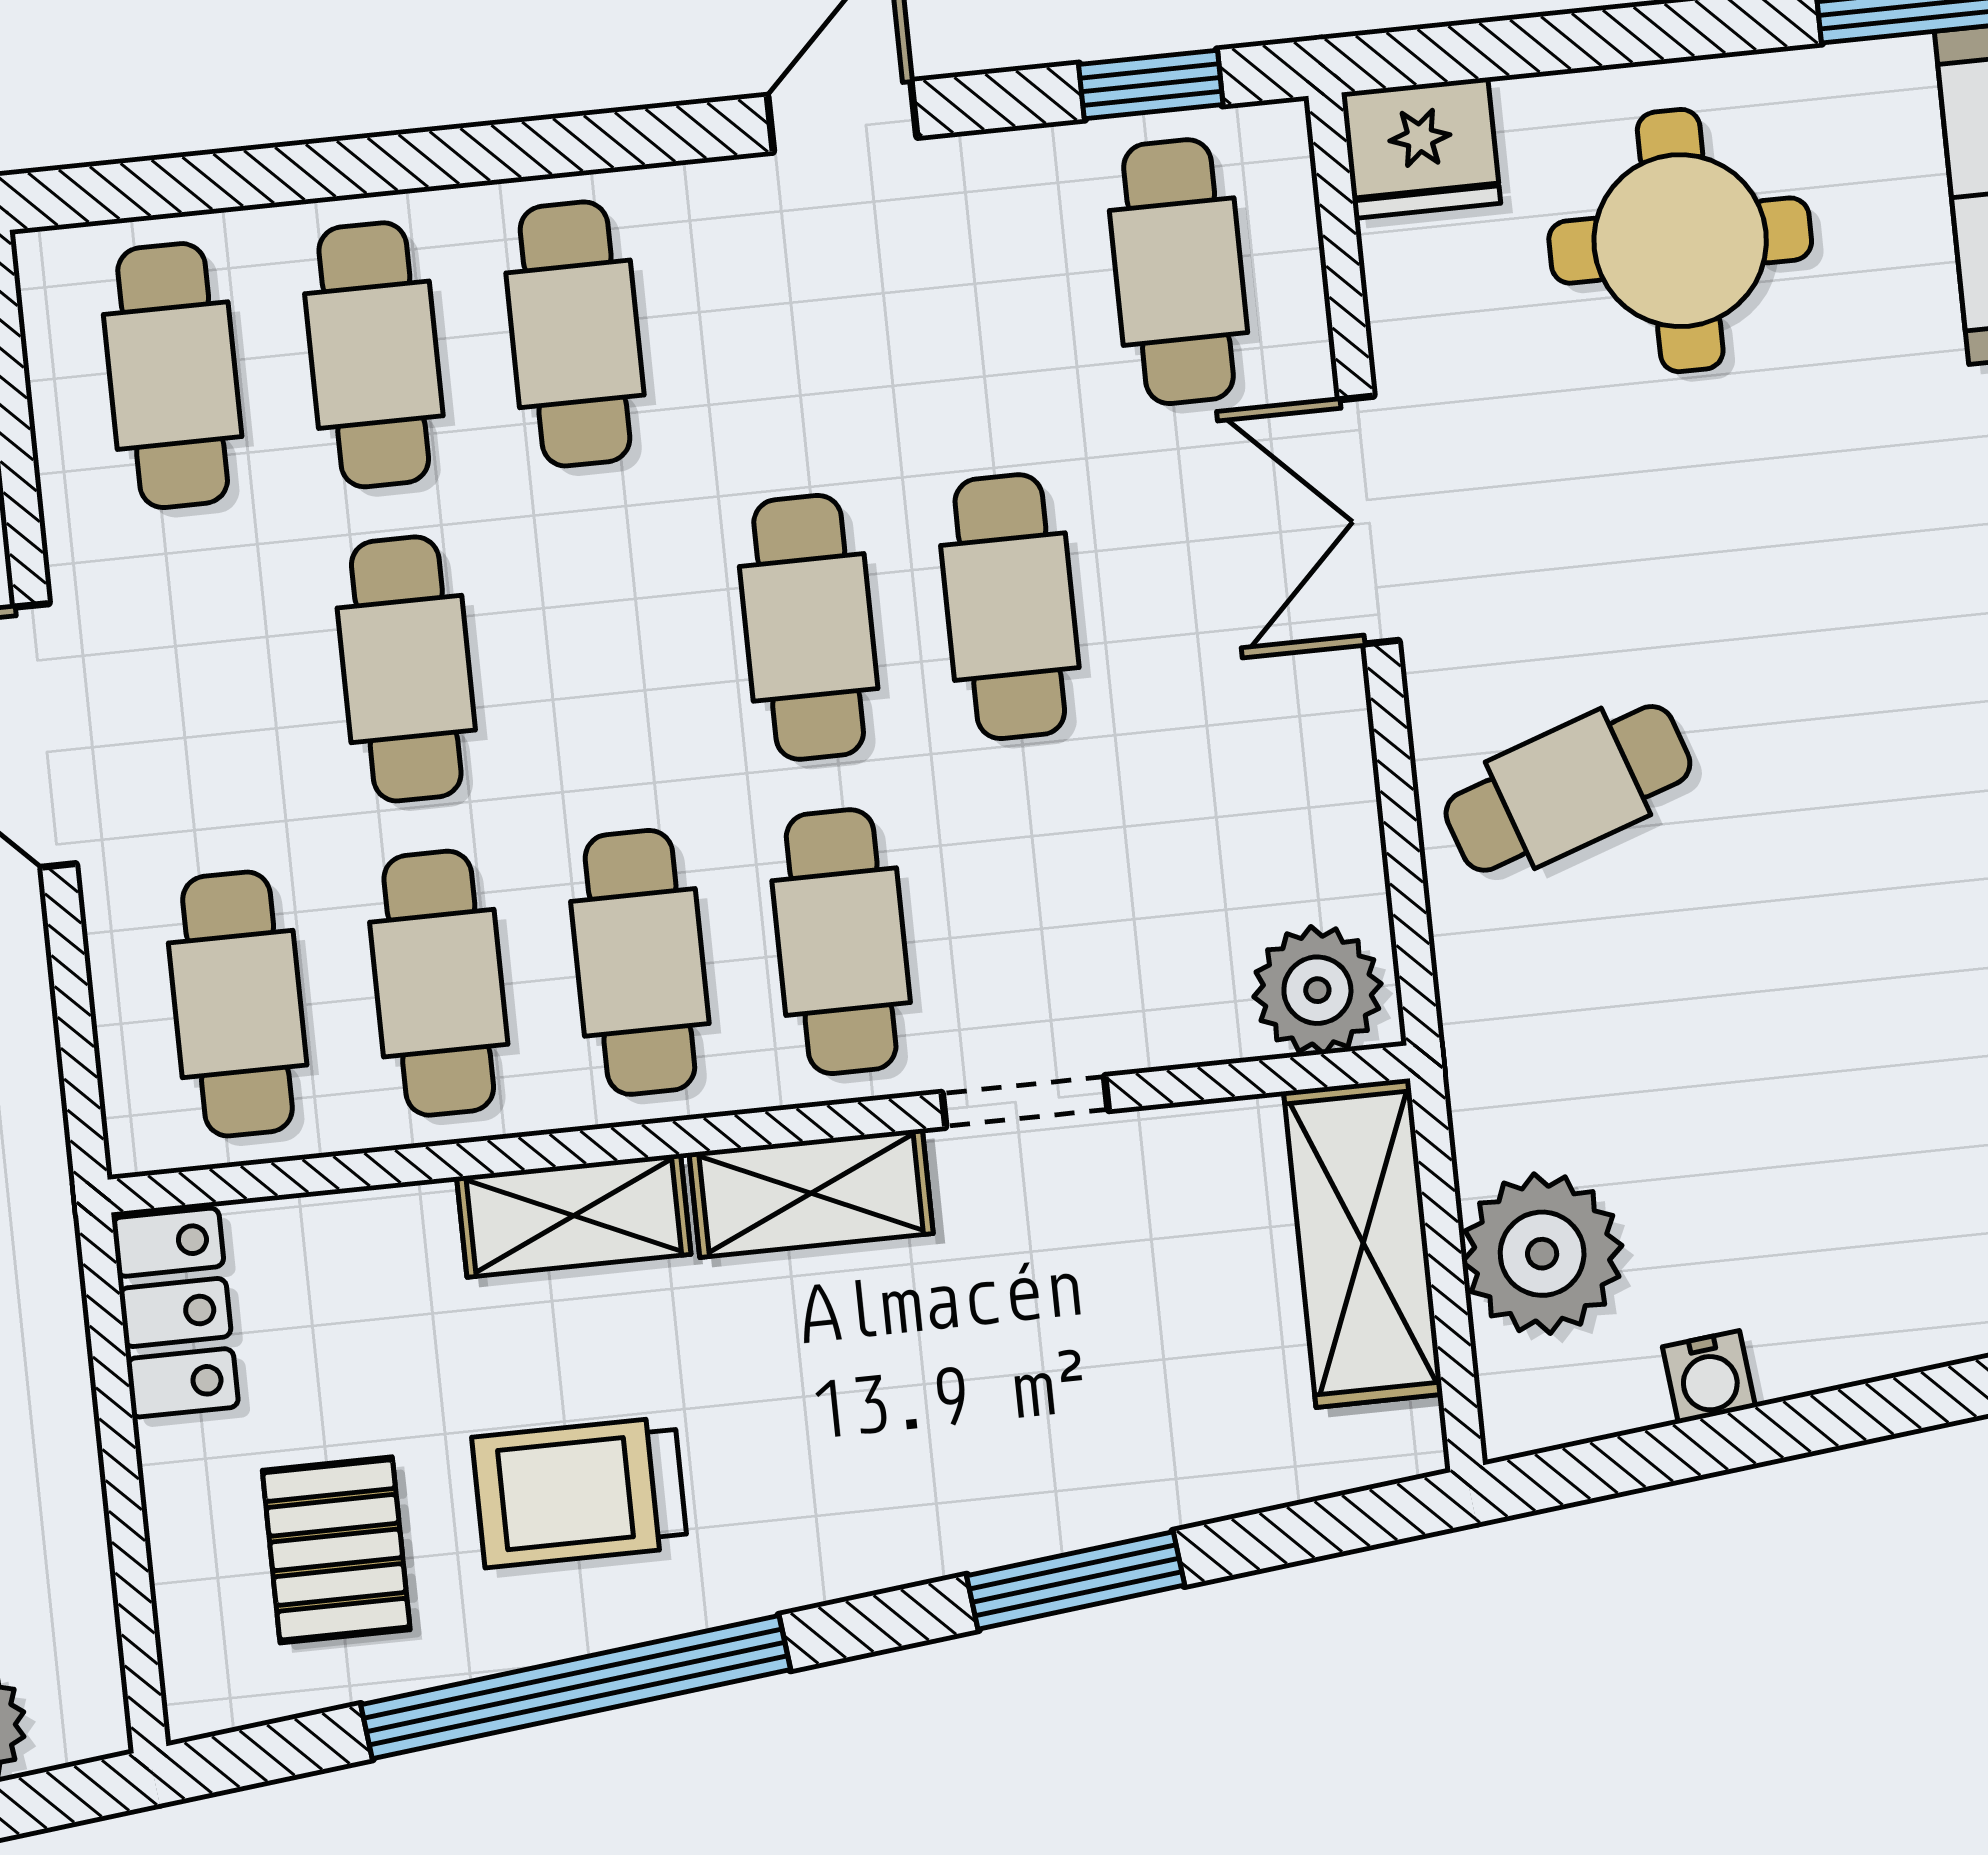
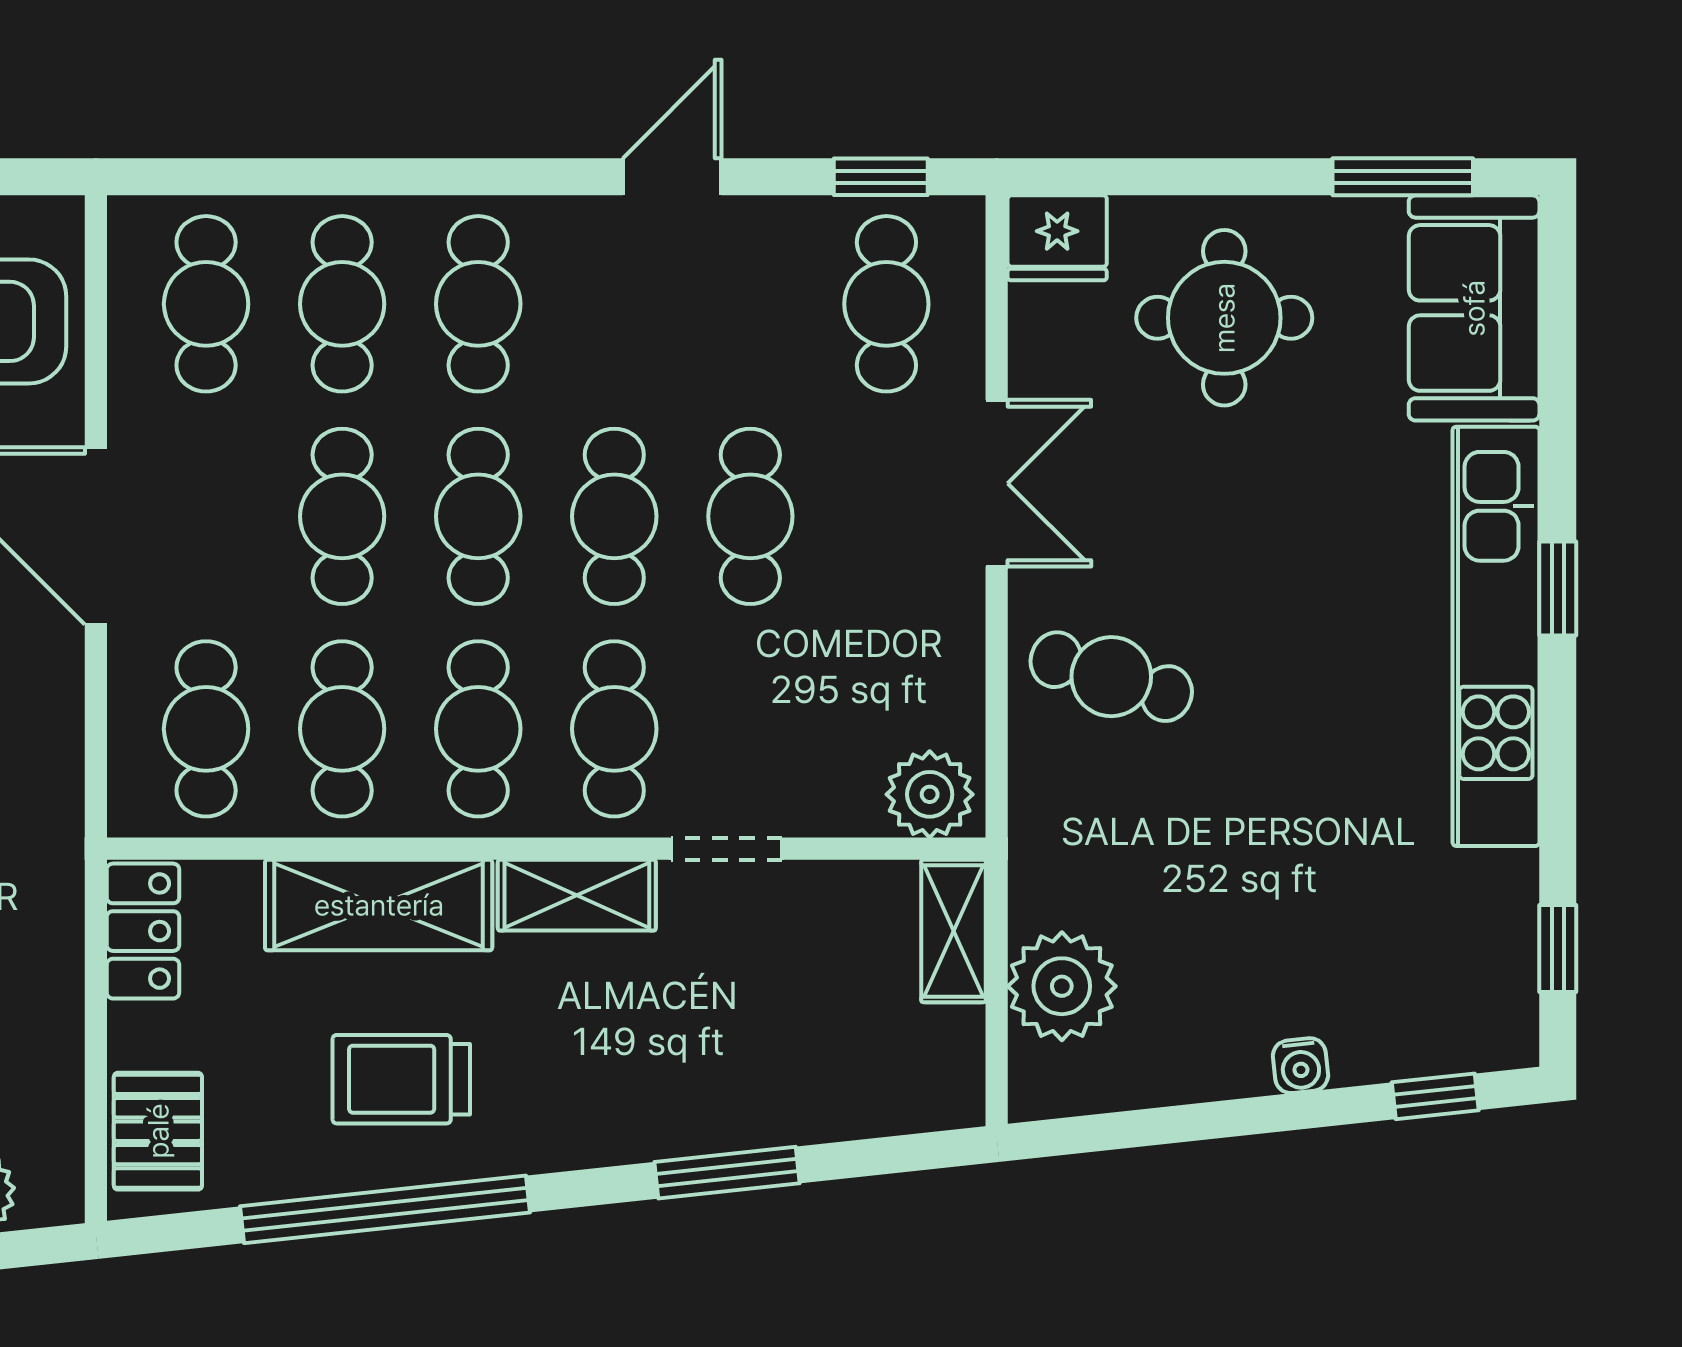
double door: (1369, 520) -> (997, 483), swing flipped
cafe table: (607, 648) -> (478, 516), added
cafe table: (1568, 788) -> (1111, 677), turned 36
shelving: (574, 1216) -> (379, 905), width x1.50, depth x1.33
shelving: (1363, 1243) -> (953, 931), width x0.67, depth x0.75
water cooler: (1709, 1377) -> (1300, 1066), moved
pallet: (336, 1550) -> (158, 1131), moved

